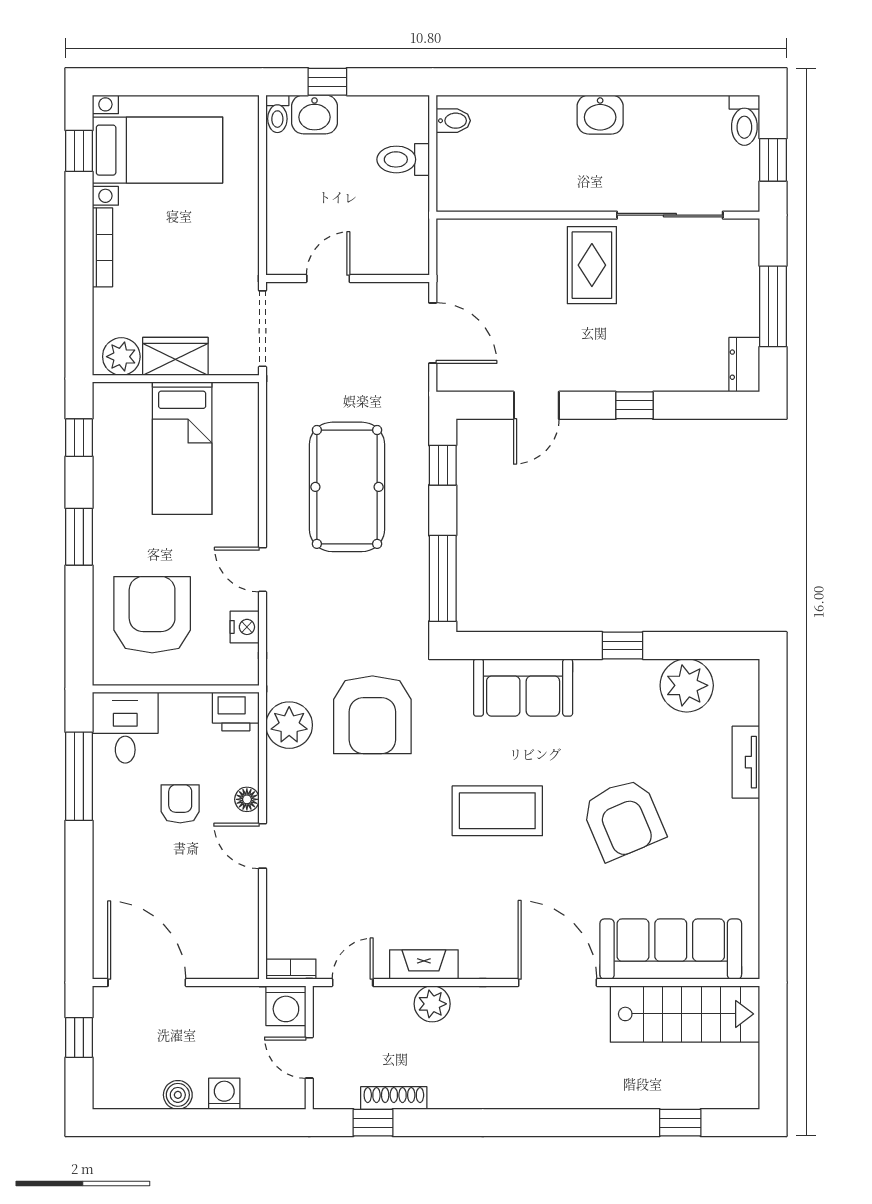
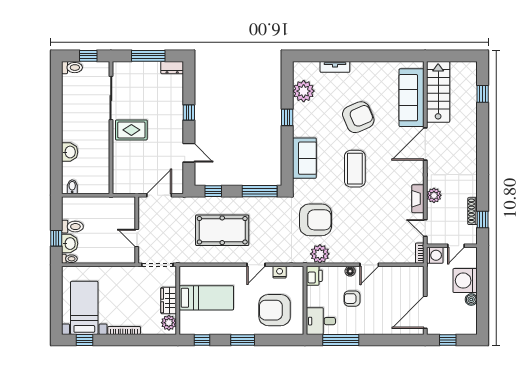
washbasin: (600, 115) -> (70, 152), moved
toilet: (403, 159) -> (72, 227), moved, turned -90
washing machine: (224, 1094) -> (465, 281), width x1.89, depth x1.89

